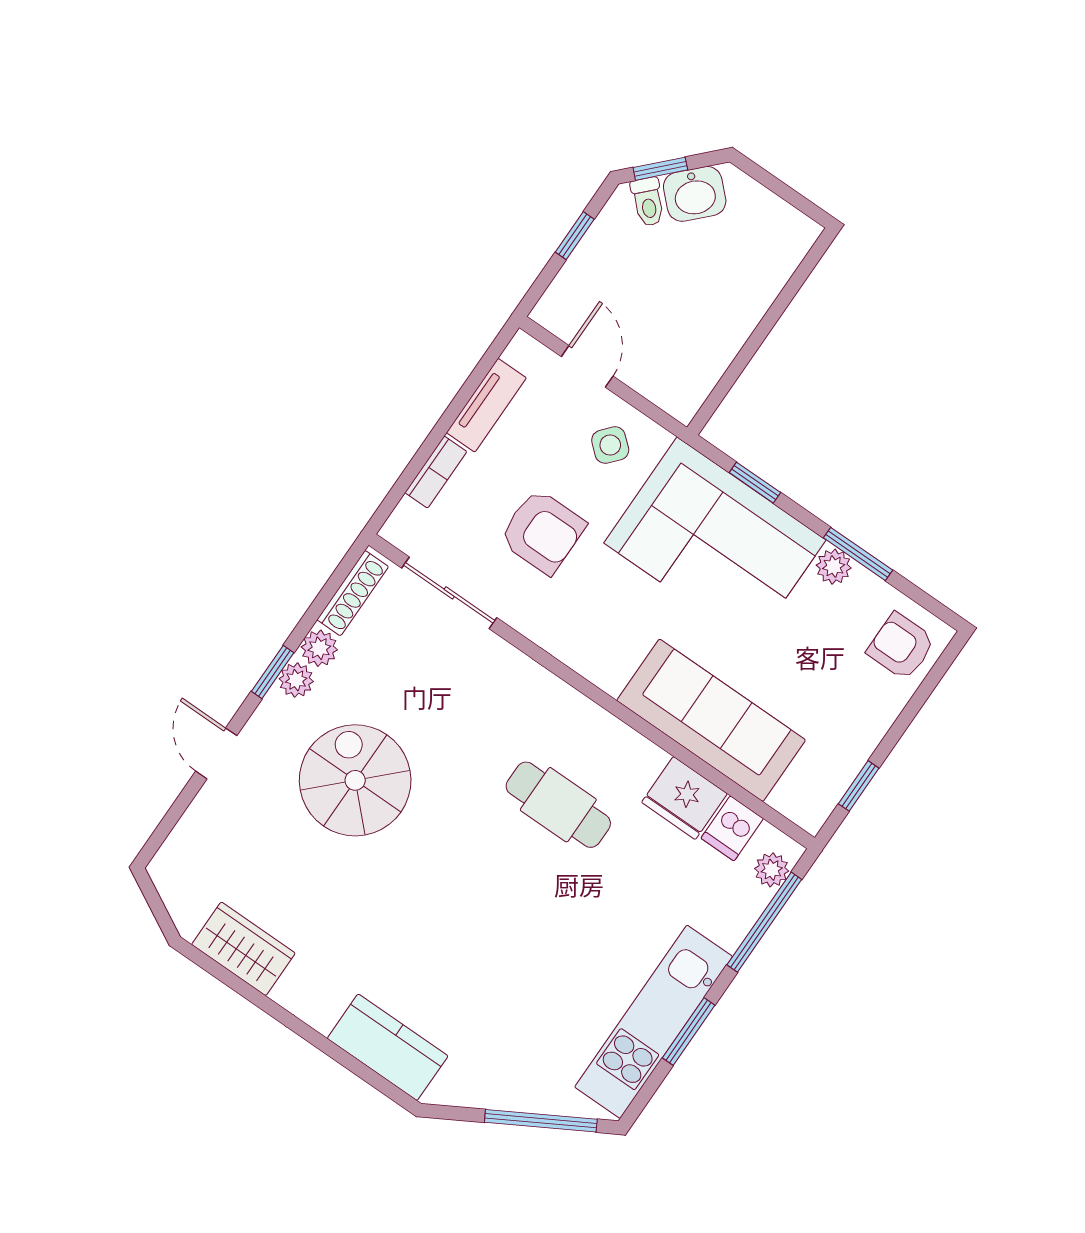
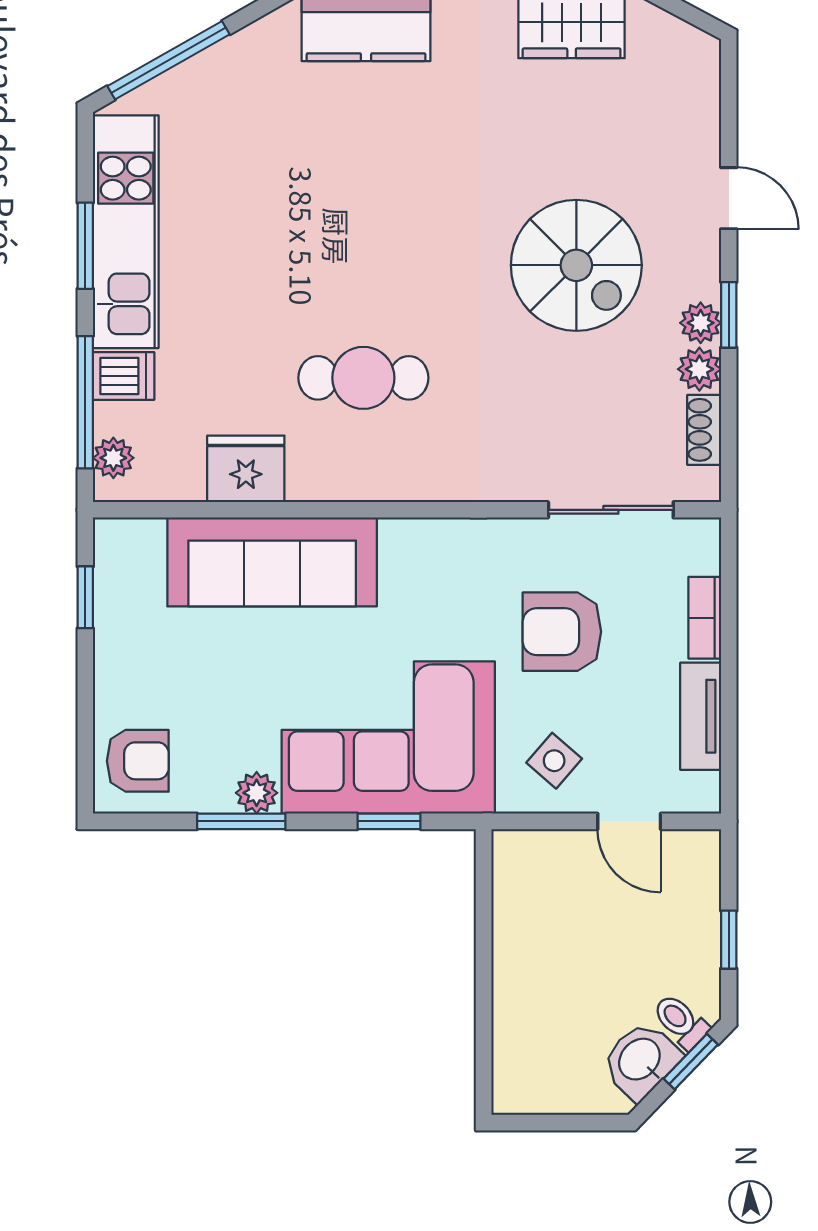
shoe rack: (353, 593) -> (704, 430), width x0.70
dishwasher: (732, 828) -> (124, 376), moved, turned 90

